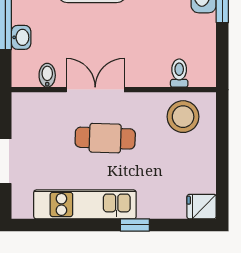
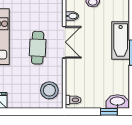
toilet: (179, 73) -> (73, 100), moved

